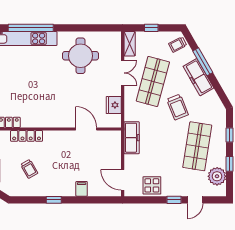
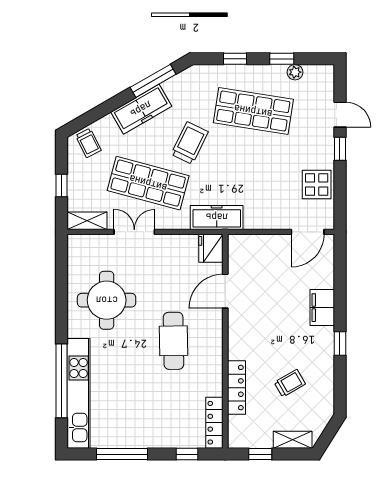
window: (203, 62) -> (153, 81), moved
cafe table: (55, 97) -> (173, 341), added
fridge: (114, 105) -> (211, 248), moved, turned 90
trolley: (178, 107) -> (190, 143), turned -42
freezer: (132, 138) -> (217, 217), moved
plant: (217, 176) -> (295, 72), width x0.53, depth x0.53
filing cabinet: (82, 189) -> (322, 308), width x2.00

